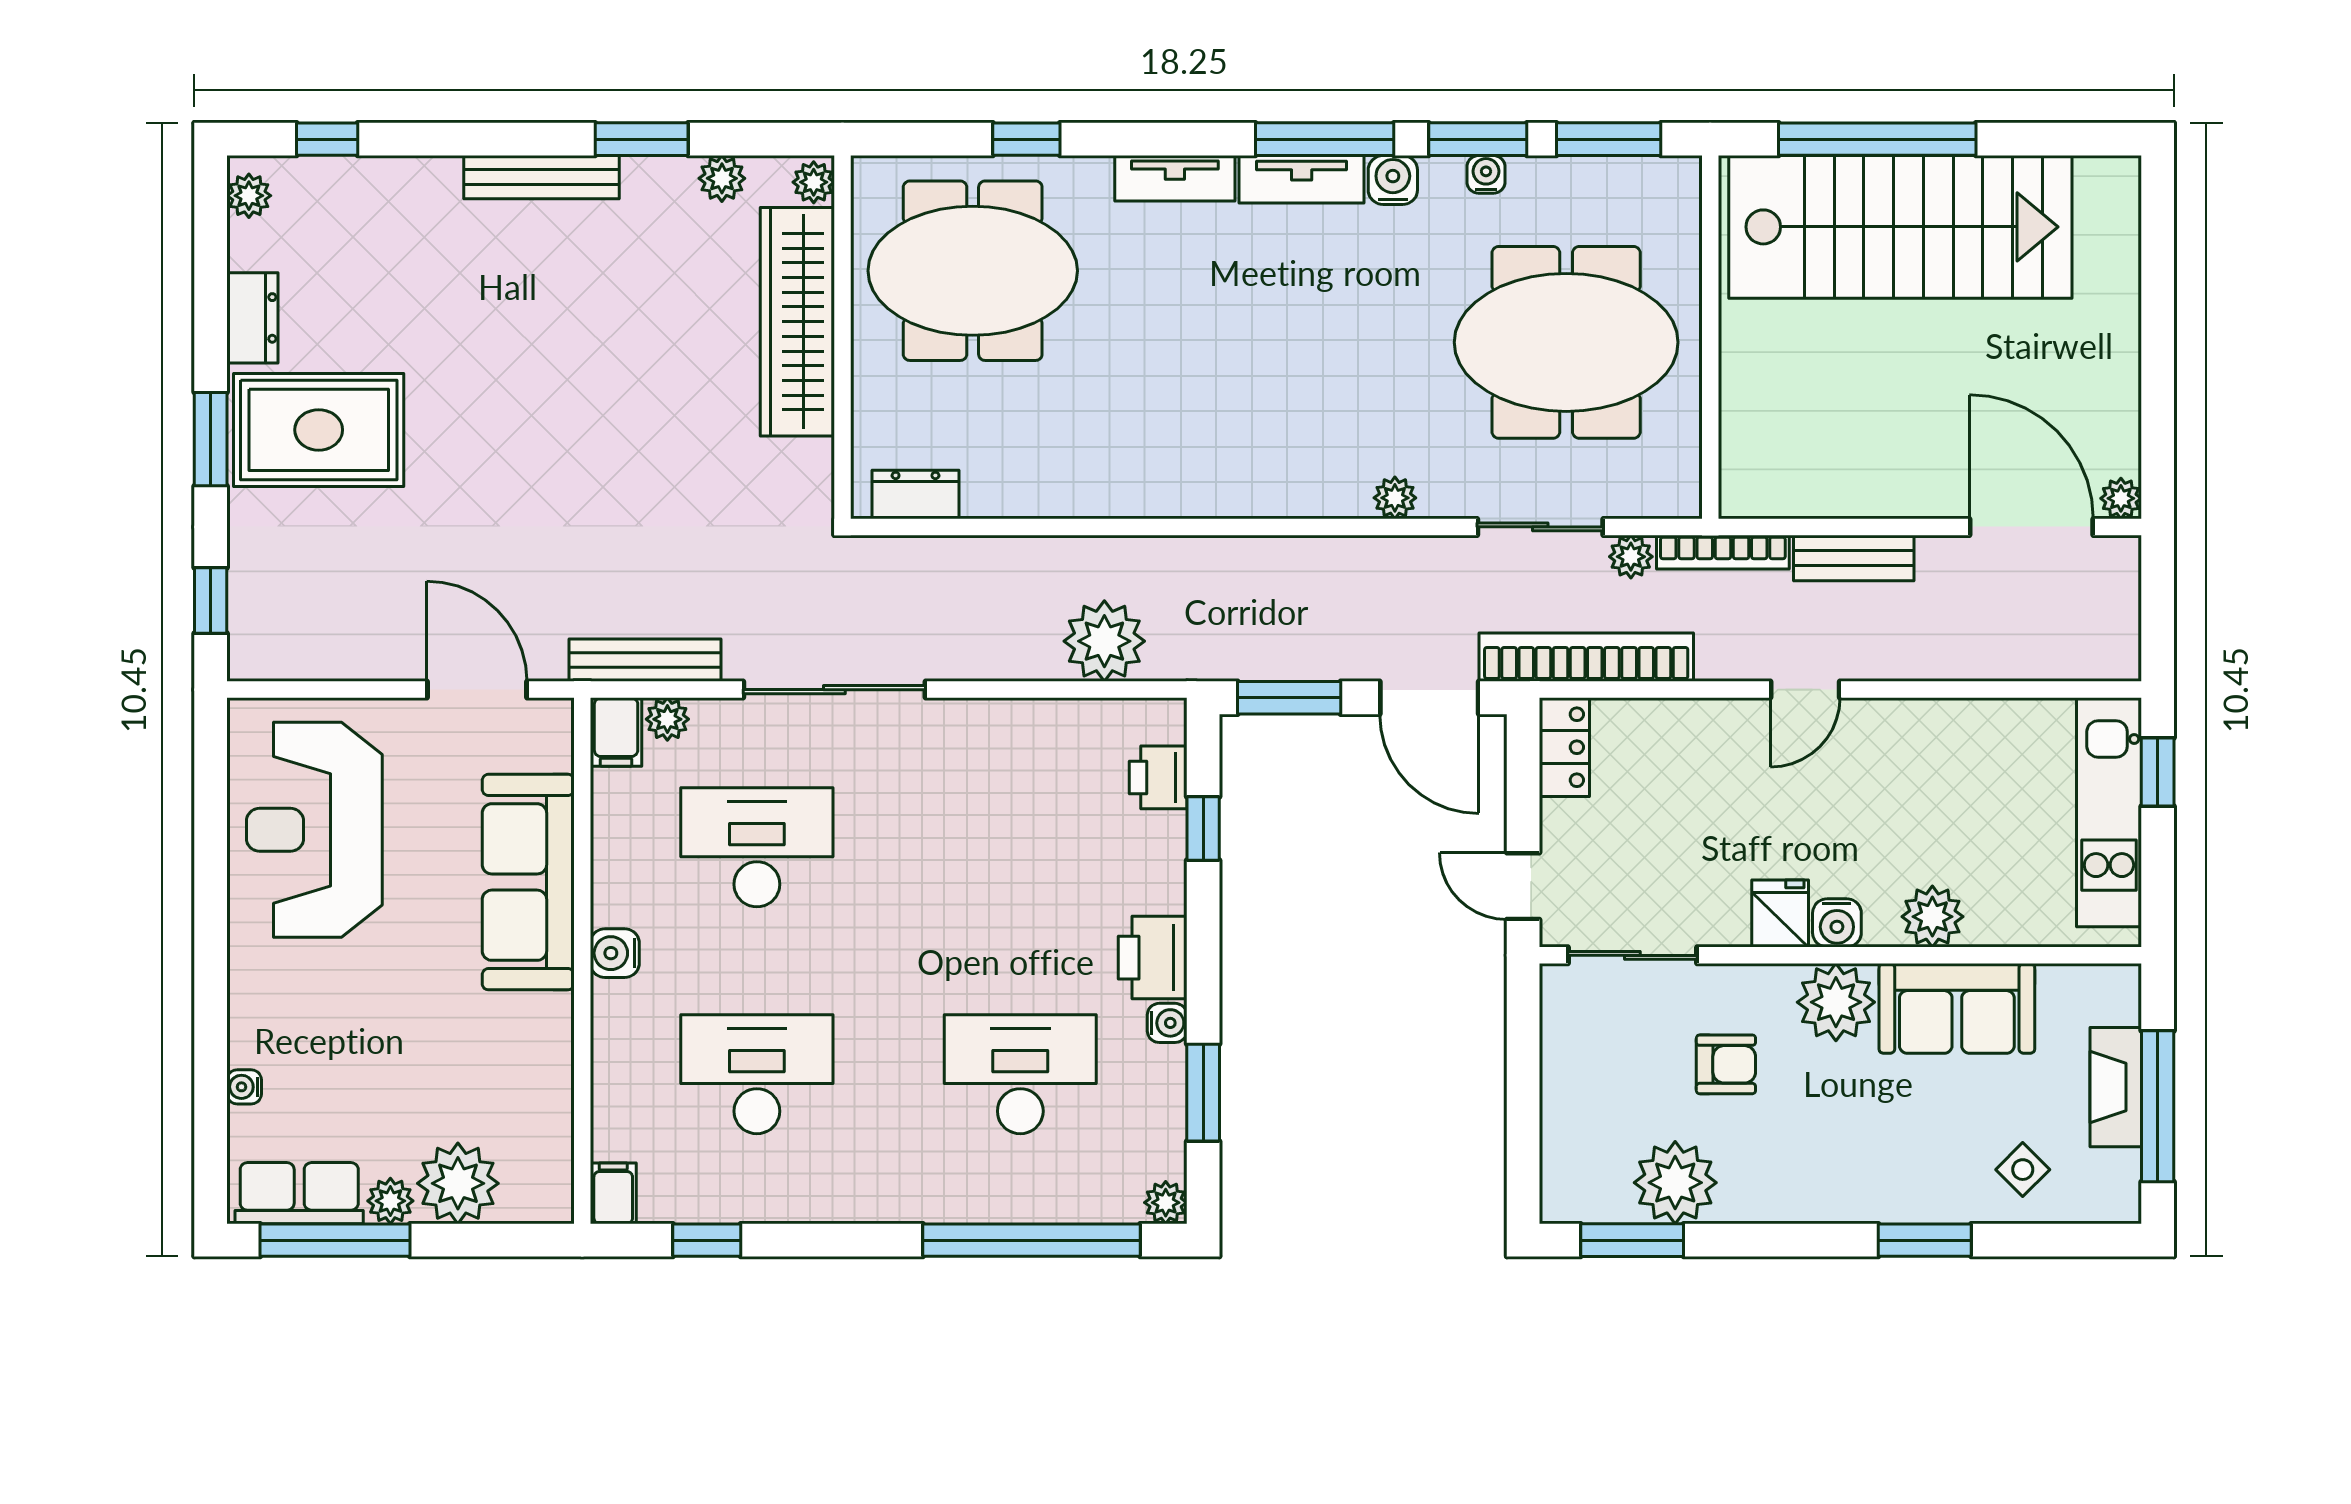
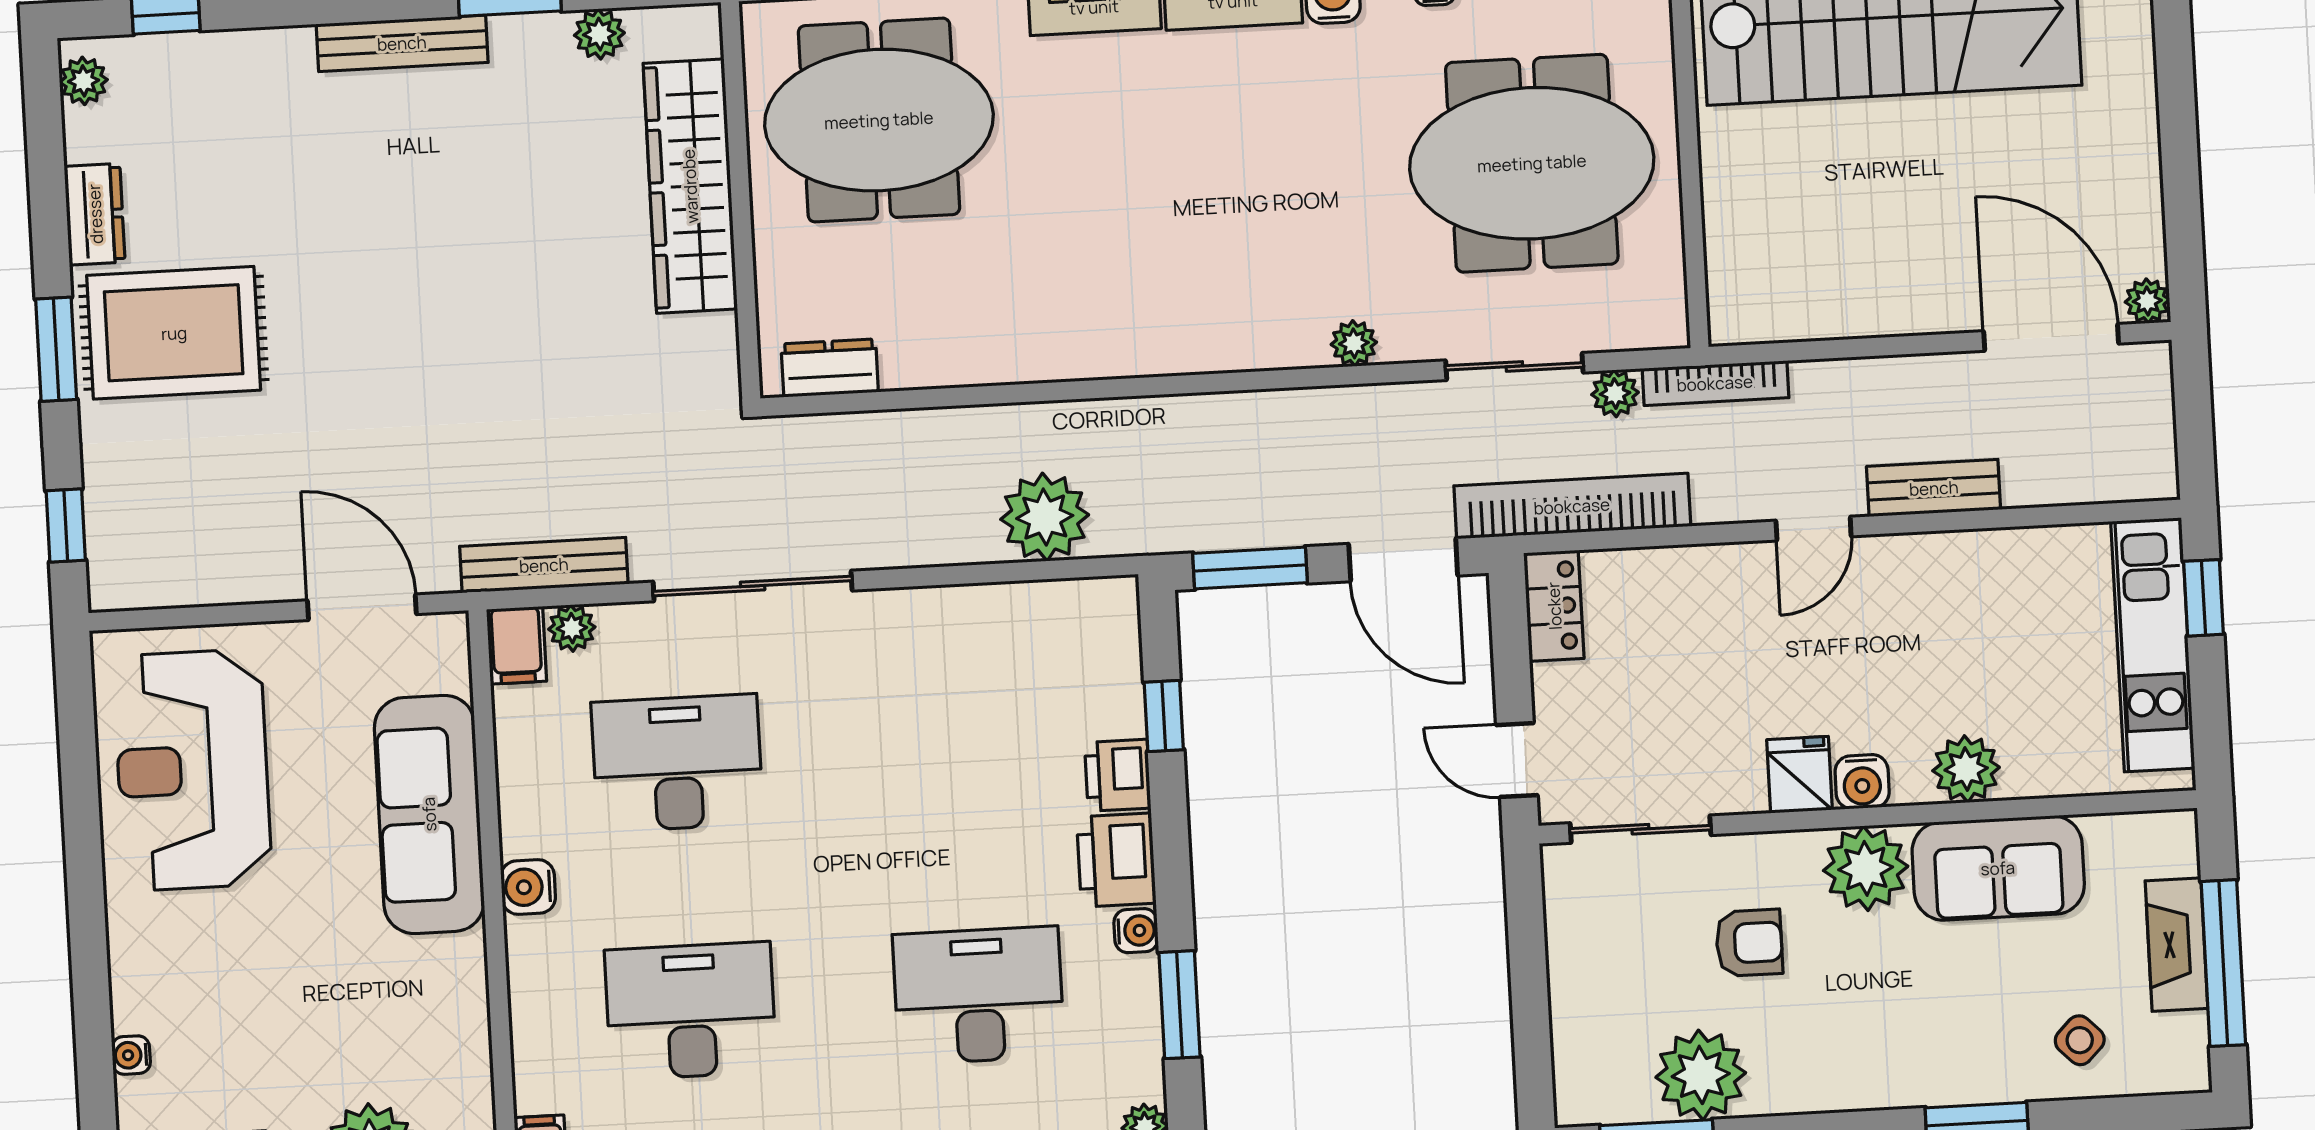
plant: (814, 182) -> (700, 33), removed
bench: (1854, 558) -> (1934, 488), moved
printer: (1158, 777) -> (1118, 775), moved

